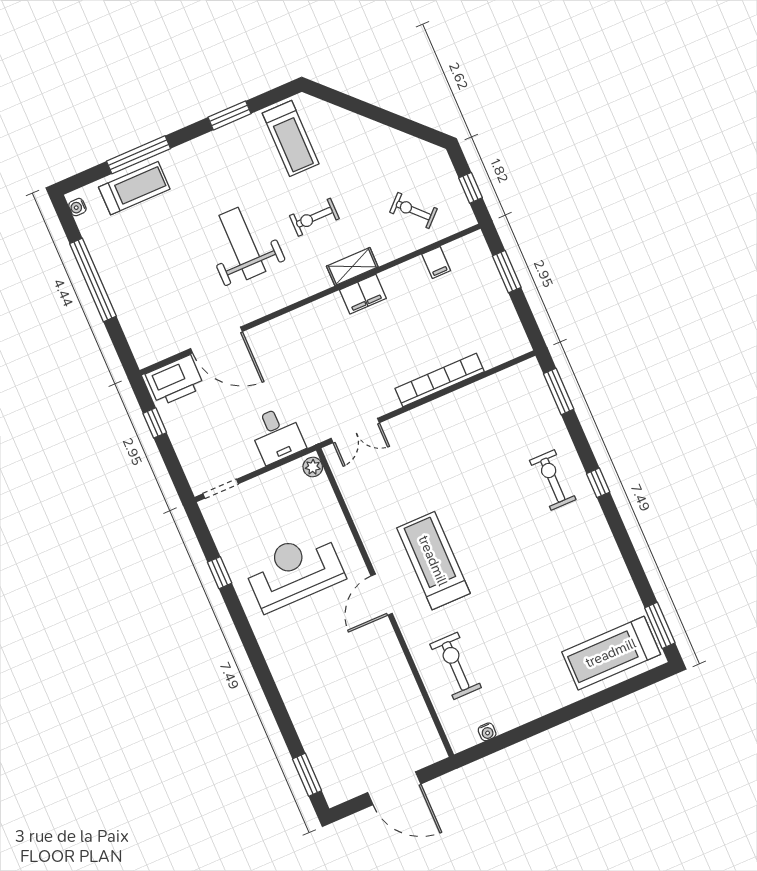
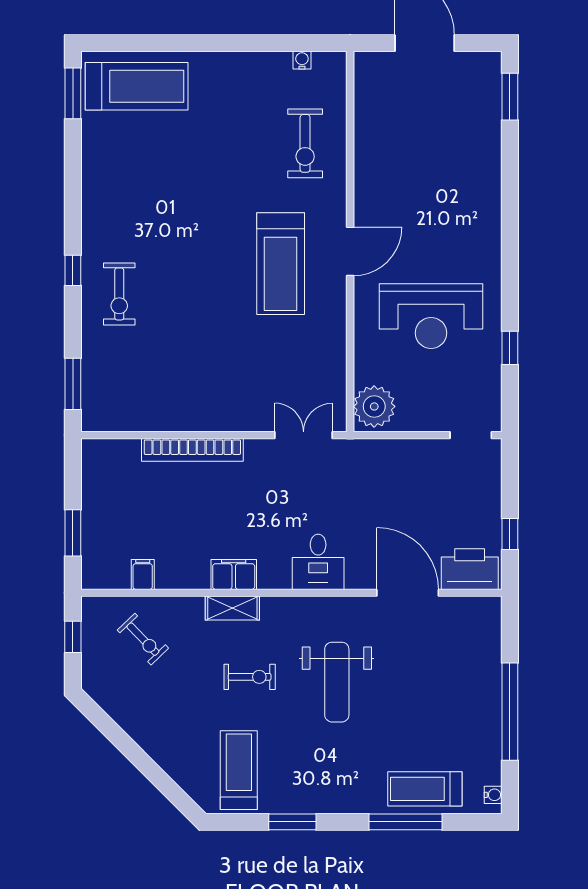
desk: (277, 435) -> (318, 562), moved, turned 180
plant: (313, 467) -> (374, 406), width x1.87, depth x1.87

